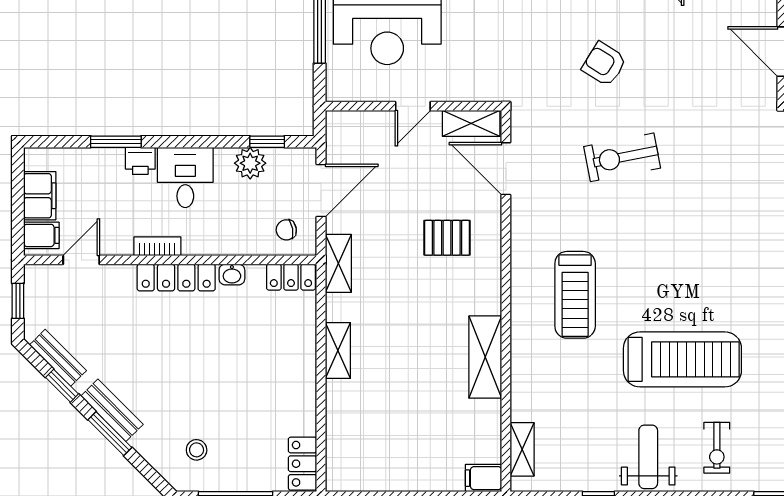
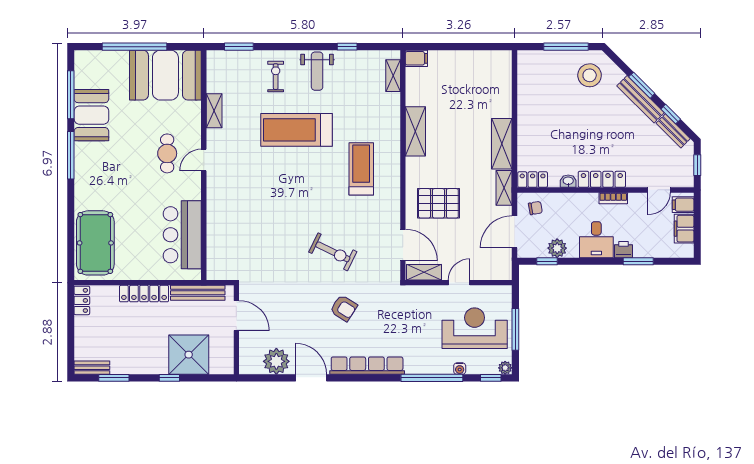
exercise bike: (622, 157) -> (333, 252), turned 37
pallet: (447, 238) -> (438, 203), width x1.50, depth x1.42
shelving: (338, 351) -> (502, 144), width x1.50, depth x1.33
bench: (112, 410) -> (641, 99), width x1.36
stool: (197, 450) -> (590, 75), width x1.89, depth x1.89
locker: (303, 464) -> (526, 67), removed

